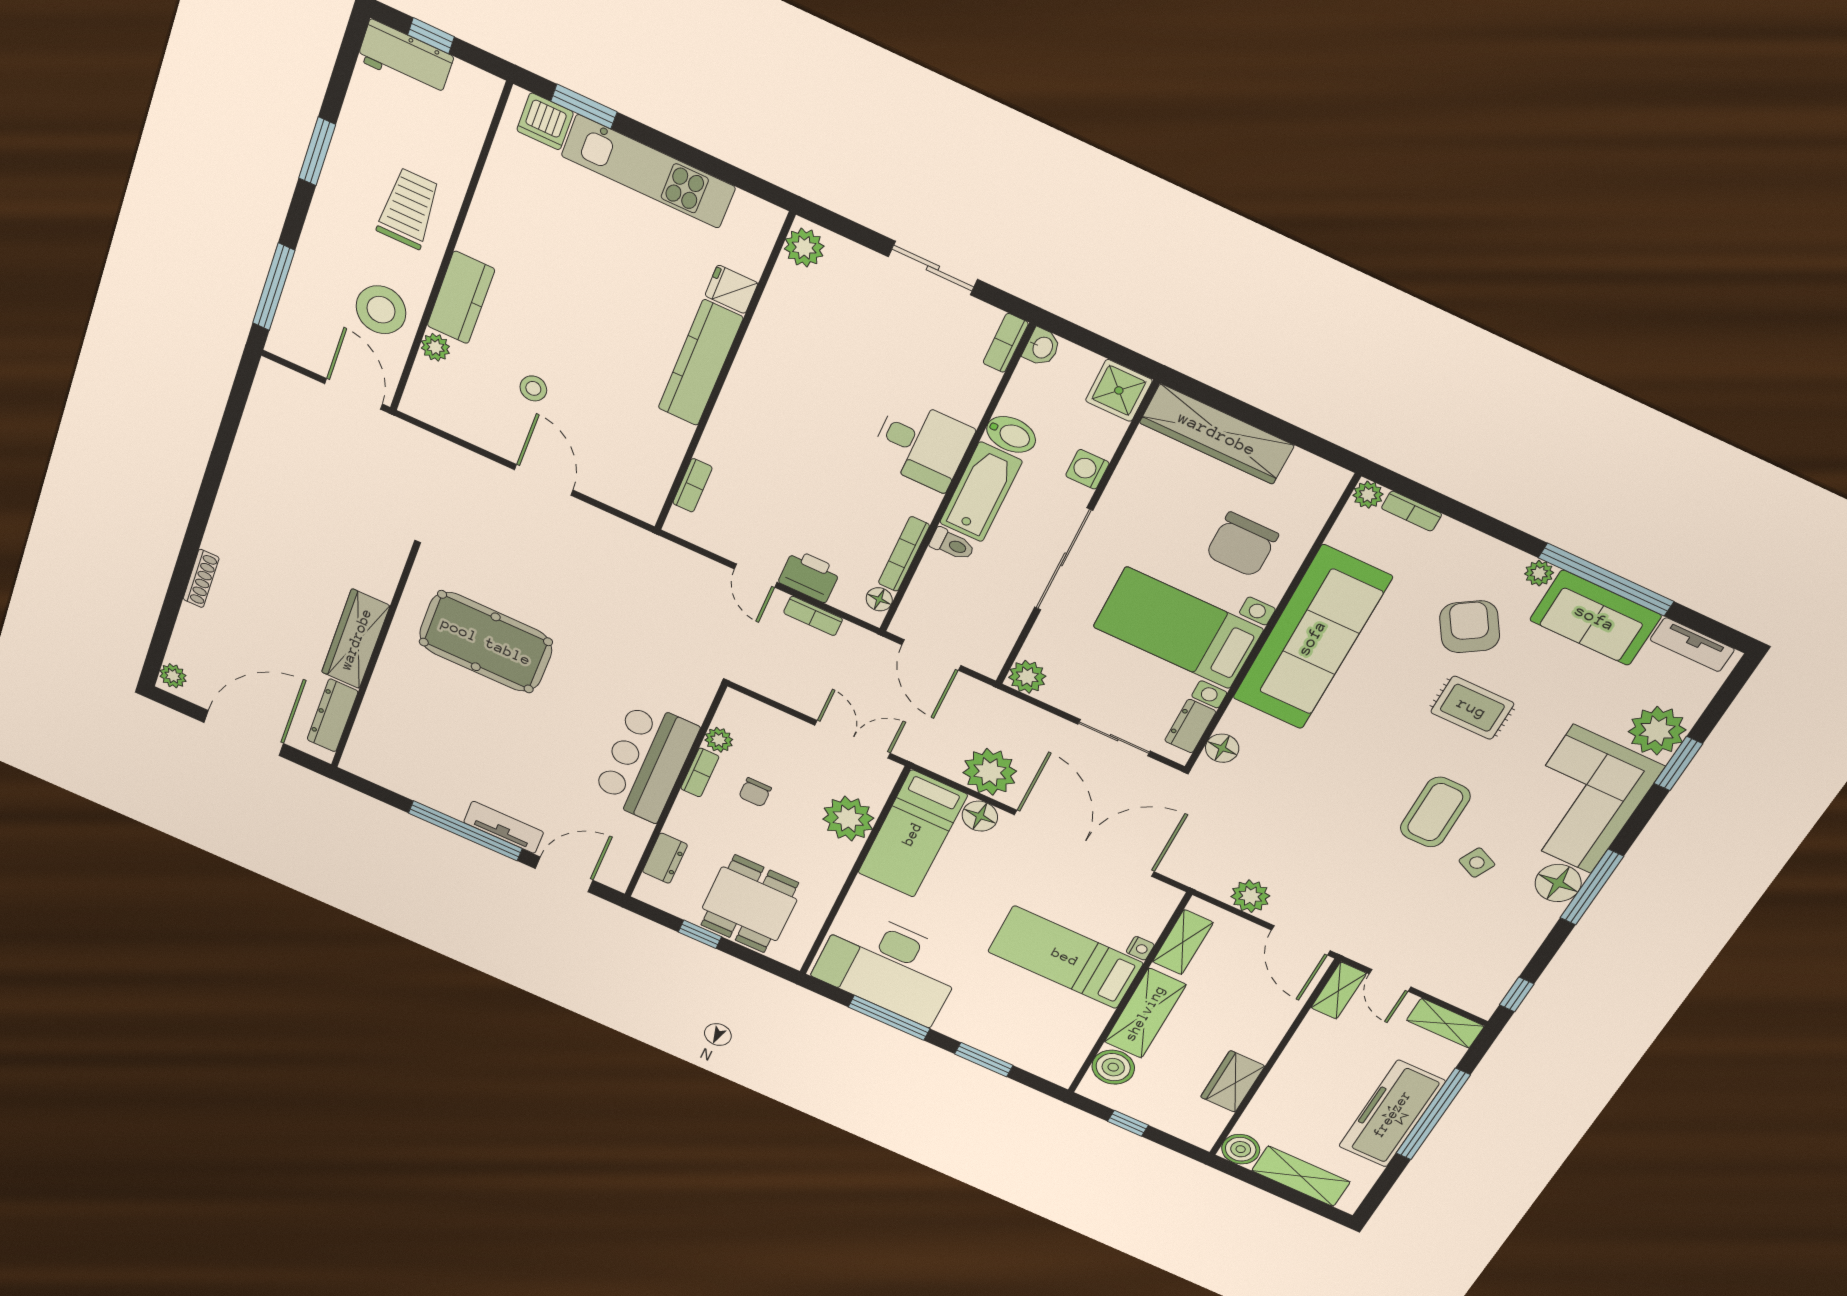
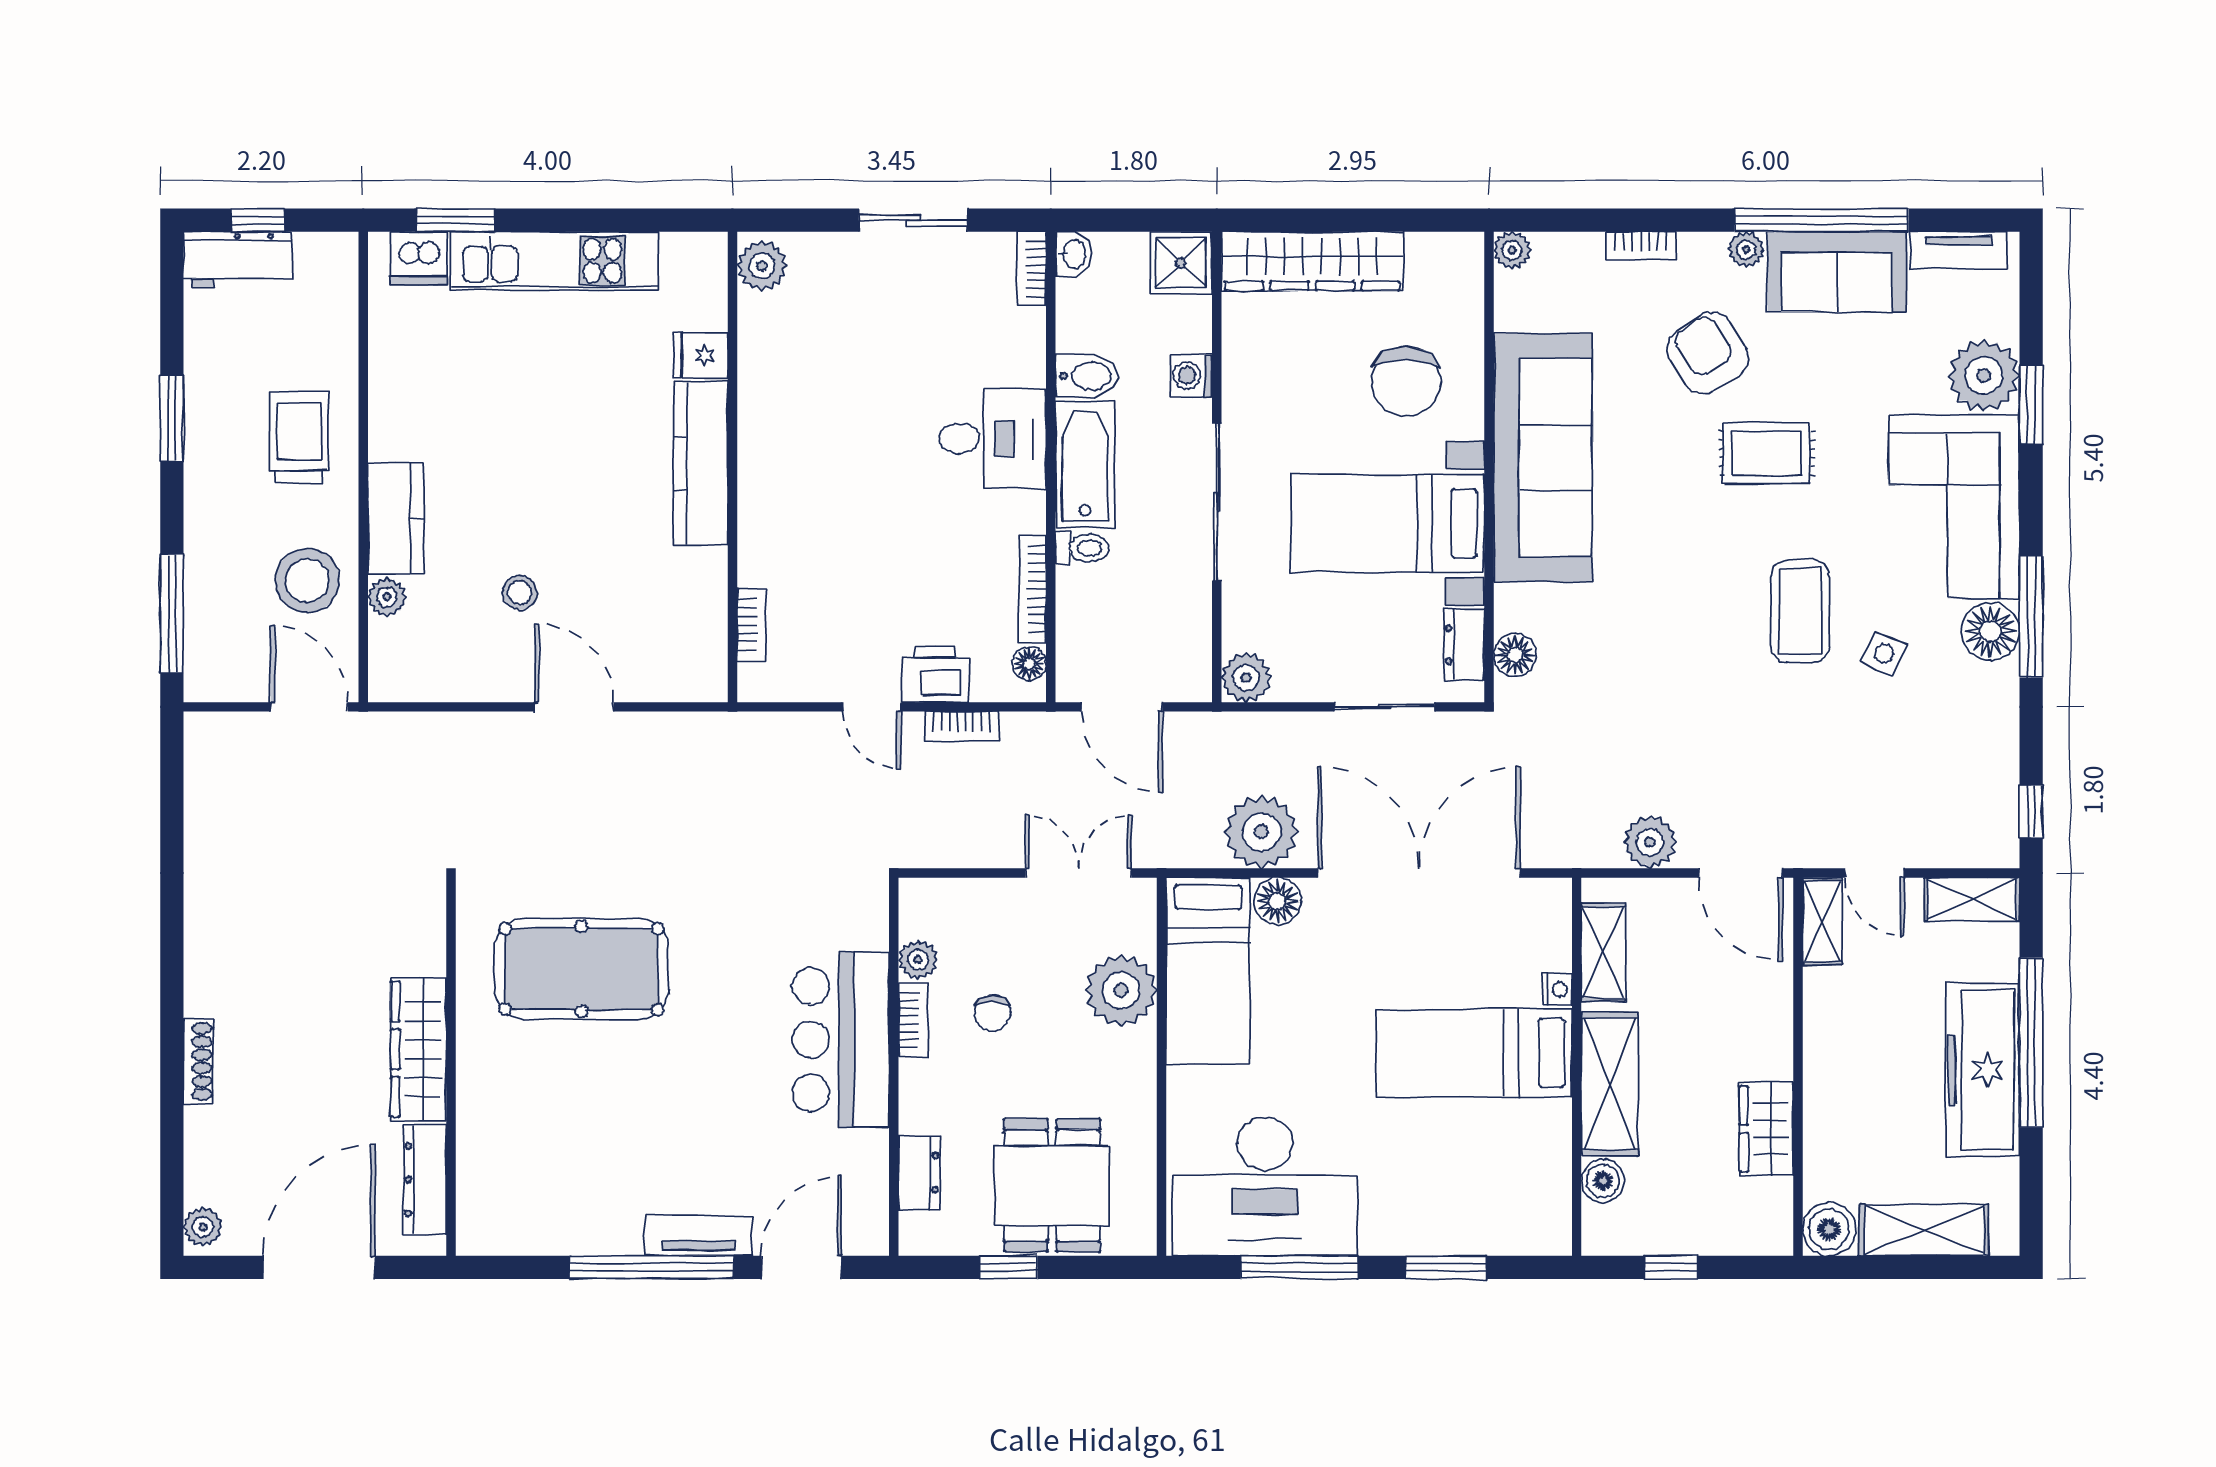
bookcase: (1412, 511) -> (1641, 246), moved
boiler: (1113, 1067) -> (1603, 1181), width x0.73, depth x0.73

